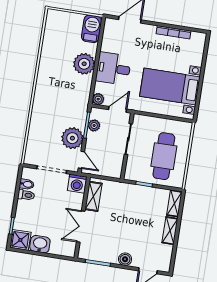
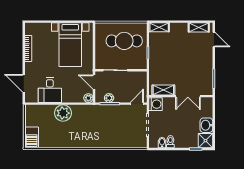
barbecue: (92, 29) -> (32, 137), moved, turned -90
desk: (113, 69) -> (50, 90), moved
plant: (72, 138) -> (121, 113), removed
shelving: (170, 231) -> (199, 27), moved
boiler: (125, 259) -> (208, 58), removed

